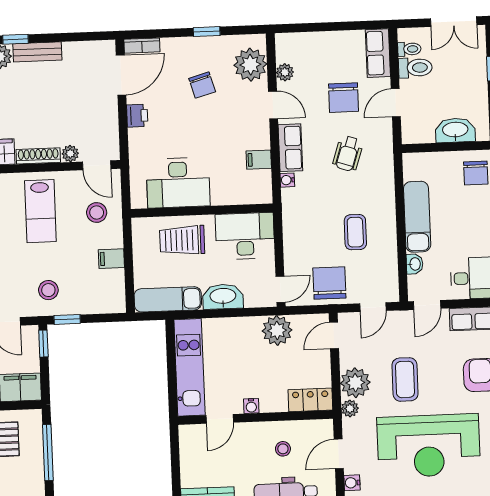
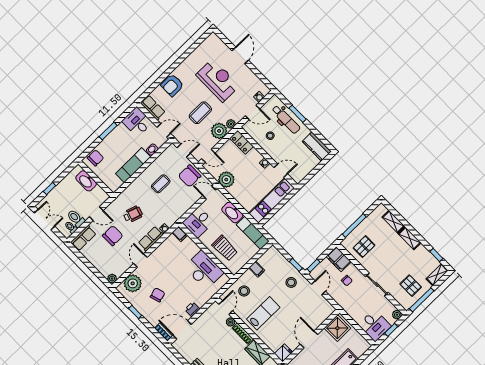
plant: (285, 72) -> (112, 279), moved
filing cabinet: (259, 160) -> (180, 234), moved
desk: (245, 236) -> (198, 222), width x0.73
reception desk: (429, 446) -> (218, 80), width x0.74, depth x0.77

